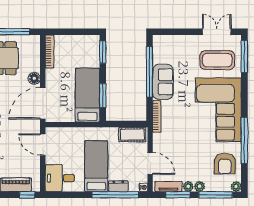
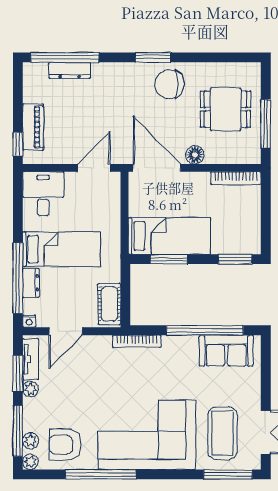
sofa: (163, 82) -> (226, 351), moved
plant: (200, 186) -> (31, 441), moved

